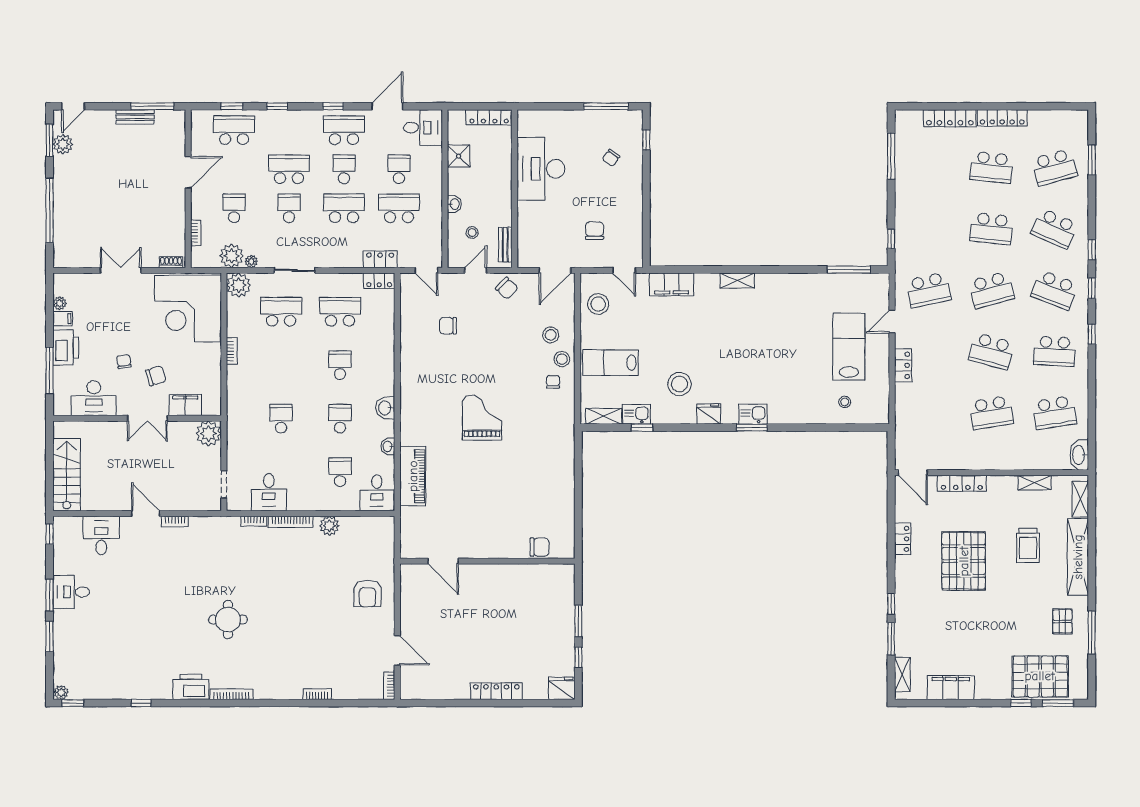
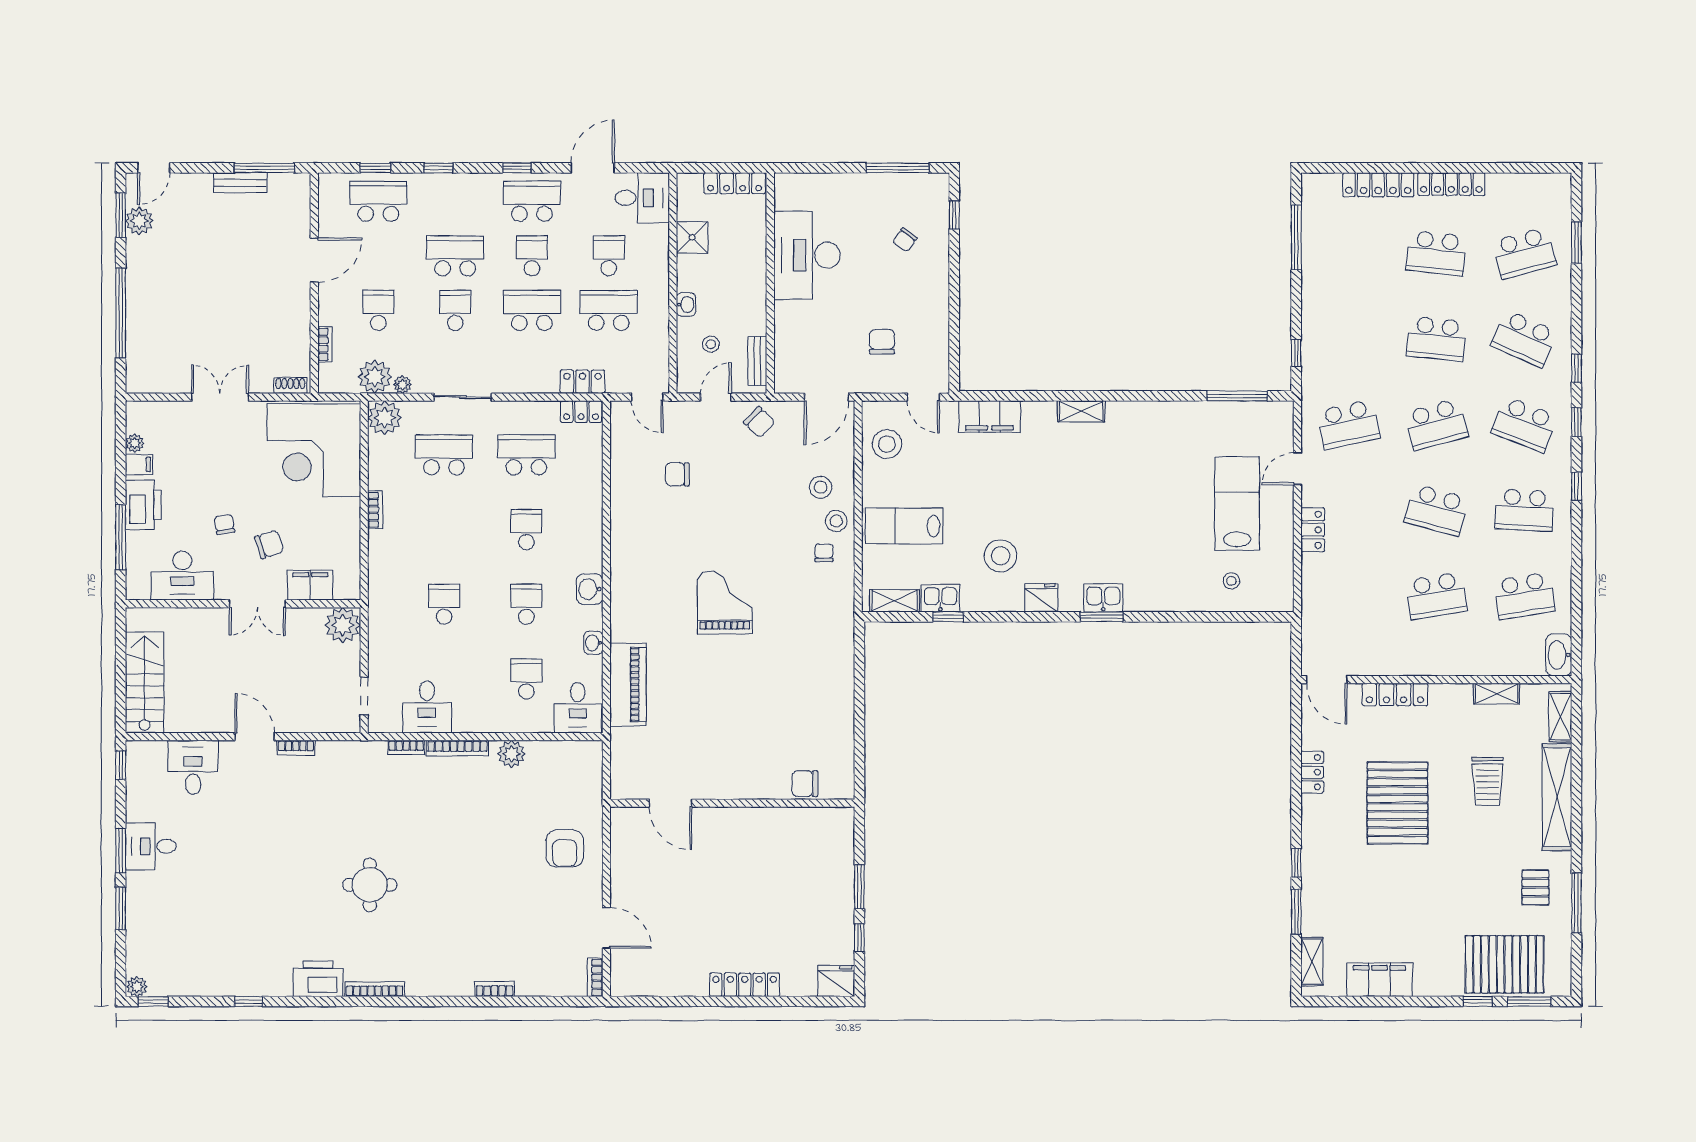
chair: (539, 547) -> (805, 784), turned 180

